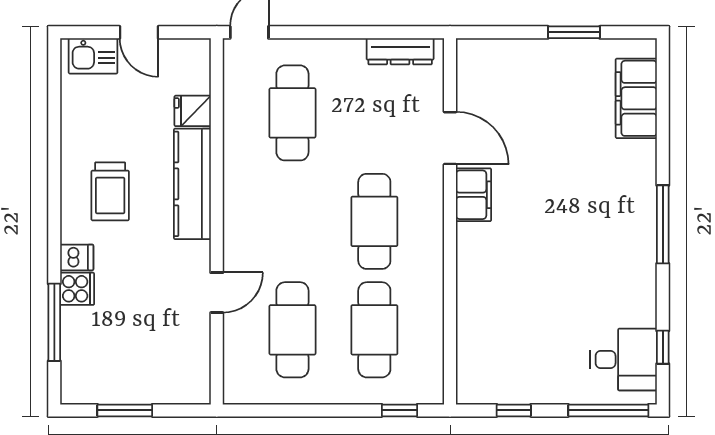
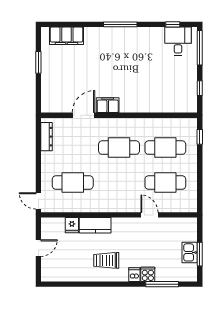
kitchen sink: (93, 56) -> (190, 252), moved, turned 180
kitchen counter: (192, 184) -> (95, 225), width x0.67
trolley: (110, 191) -> (106, 260), turned 180

